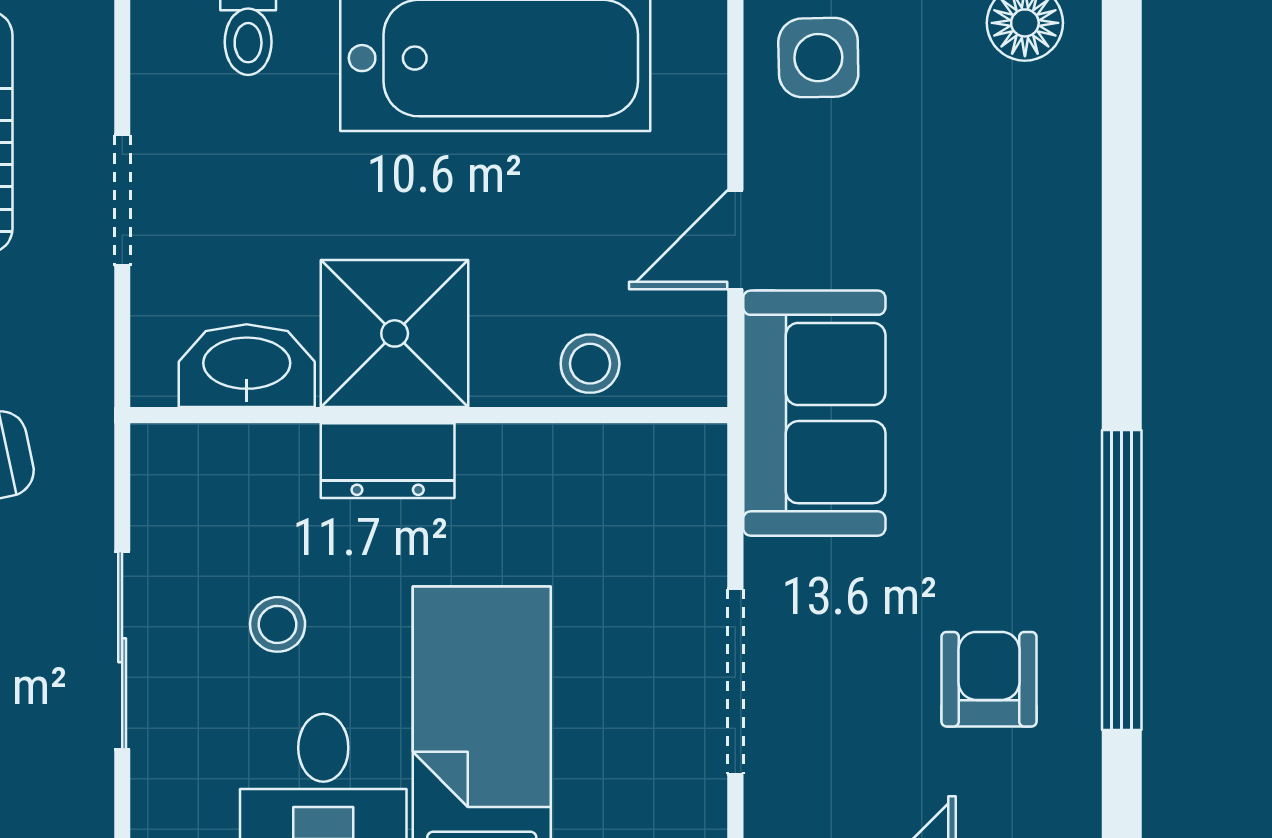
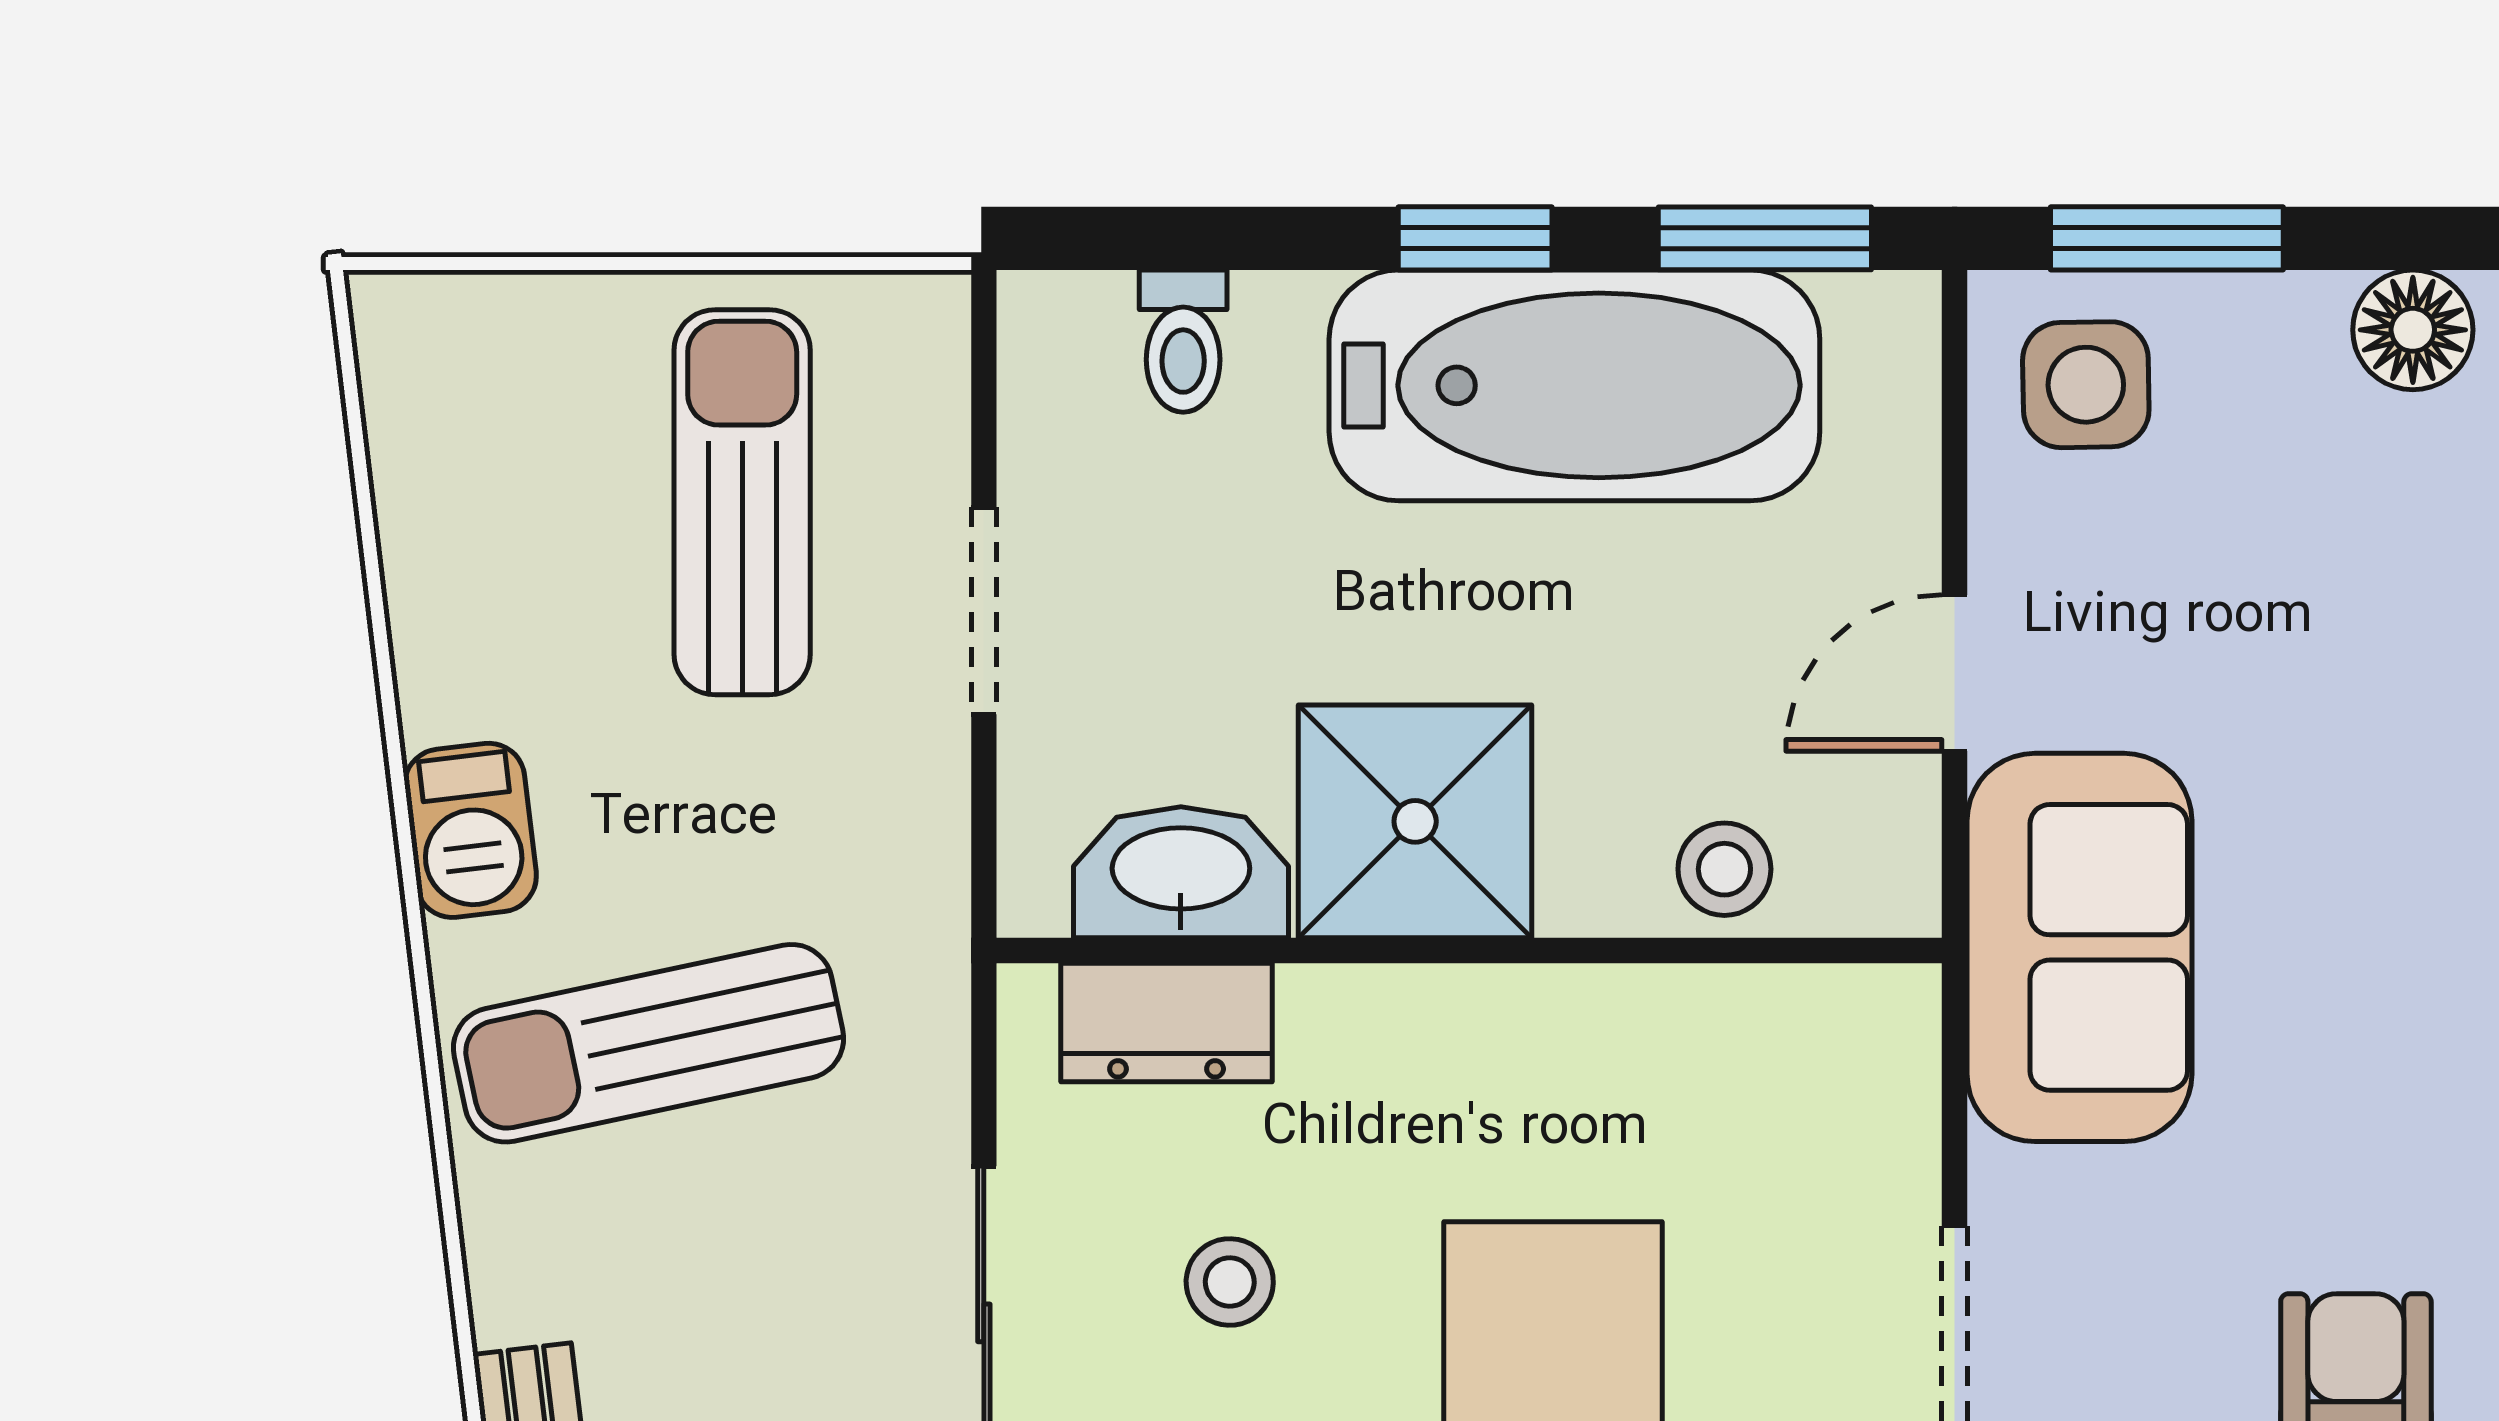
dresser: (388, 461) -> (1167, 1023), moved

